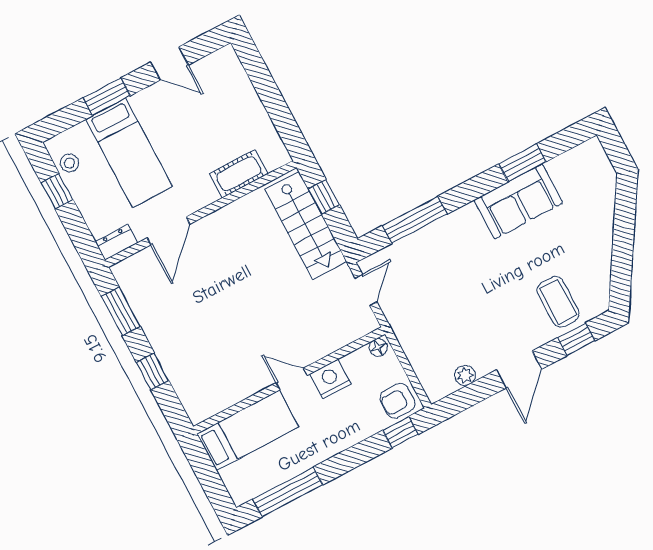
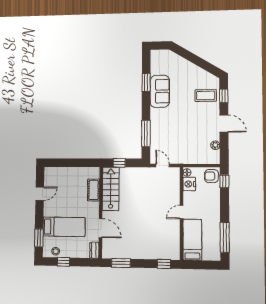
window: (107, 97) -> (39, 238), moved
stairs: (306, 226) -> (111, 189), moved, turned -90
window: (153, 371) -> (164, 264), moved
nightstand: (331, 379) -> (189, 184), moved
armchair: (397, 401) -> (211, 176), turned 90

